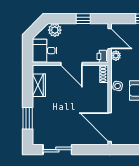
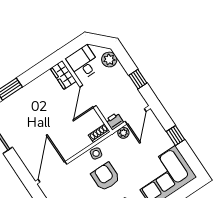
wardrobe: (39, 85) -> (63, 75), moved, turned 90

